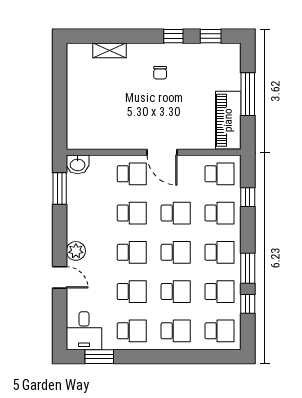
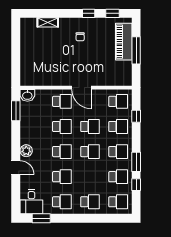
piano: (228, 120) -> (124, 42), moved
school desk: (176, 292) -> (90, 177), removed

